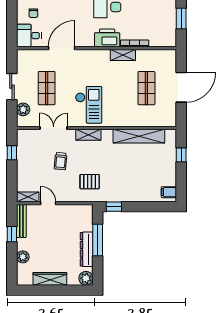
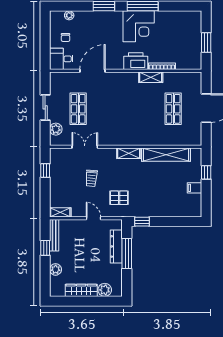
checkout: (89, 105) -> (118, 125), removed
shelving: (88, 135) -> (129, 153), moved
filing cabinet: (169, 192) -> (194, 188), moved
door: (48, 203) -> (93, 218), moved
dresser: (87, 249) -> (116, 246), moved
plant: (86, 278) -> (105, 290), moved

